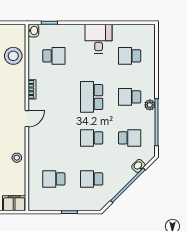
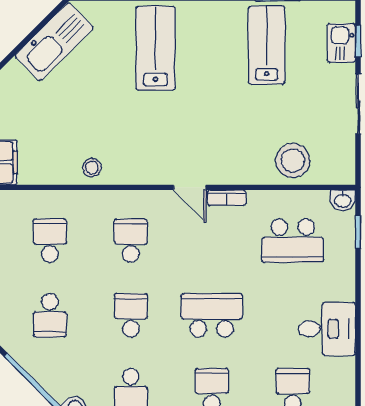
school desk: (54, 56) -> (293, 241), width x1.85
door: (27, 119) -> (190, 187), moved
school desk: (54, 138) -> (131, 241), added
school desk: (92, 179) -> (50, 315), turned 180

